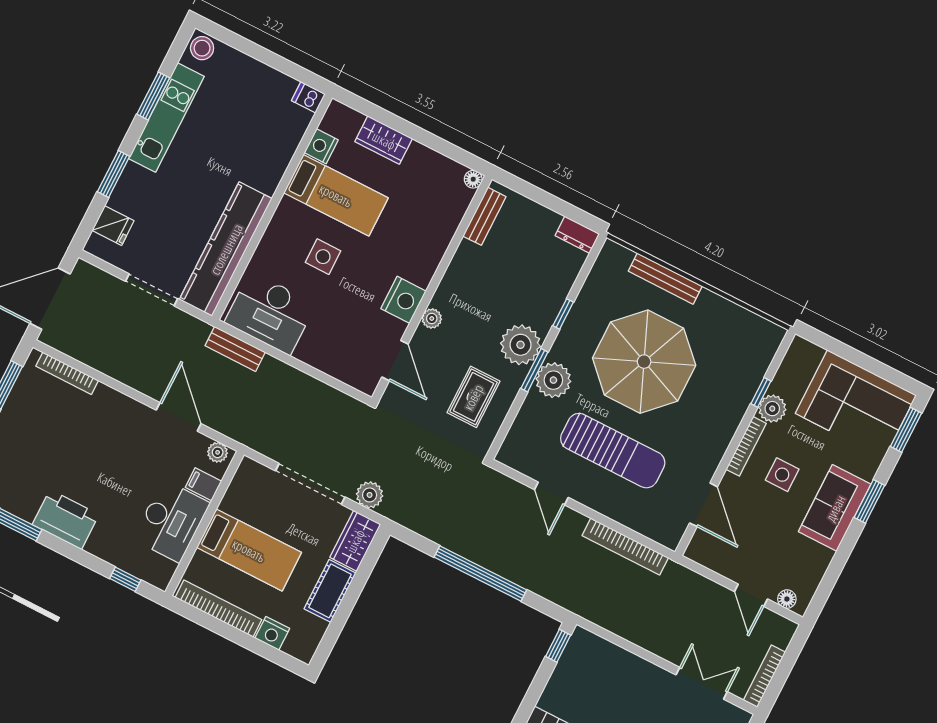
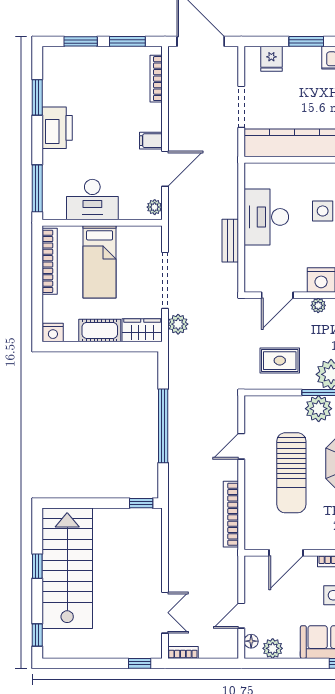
desk: (270, 313) -> (266, 217), moved
bench: (235, 349) -> (230, 241), moved
filing cabinet: (203, 484) -> (151, 141), moved, turned -90
plant: (808, 578) -> (273, 648), added
window: (125, 579) -> (37, 188), width x2.17
nightstand: (272, 633) -> (53, 333), moved, turned -90
bookcase: (764, 676) -> (183, 652), width x0.64

